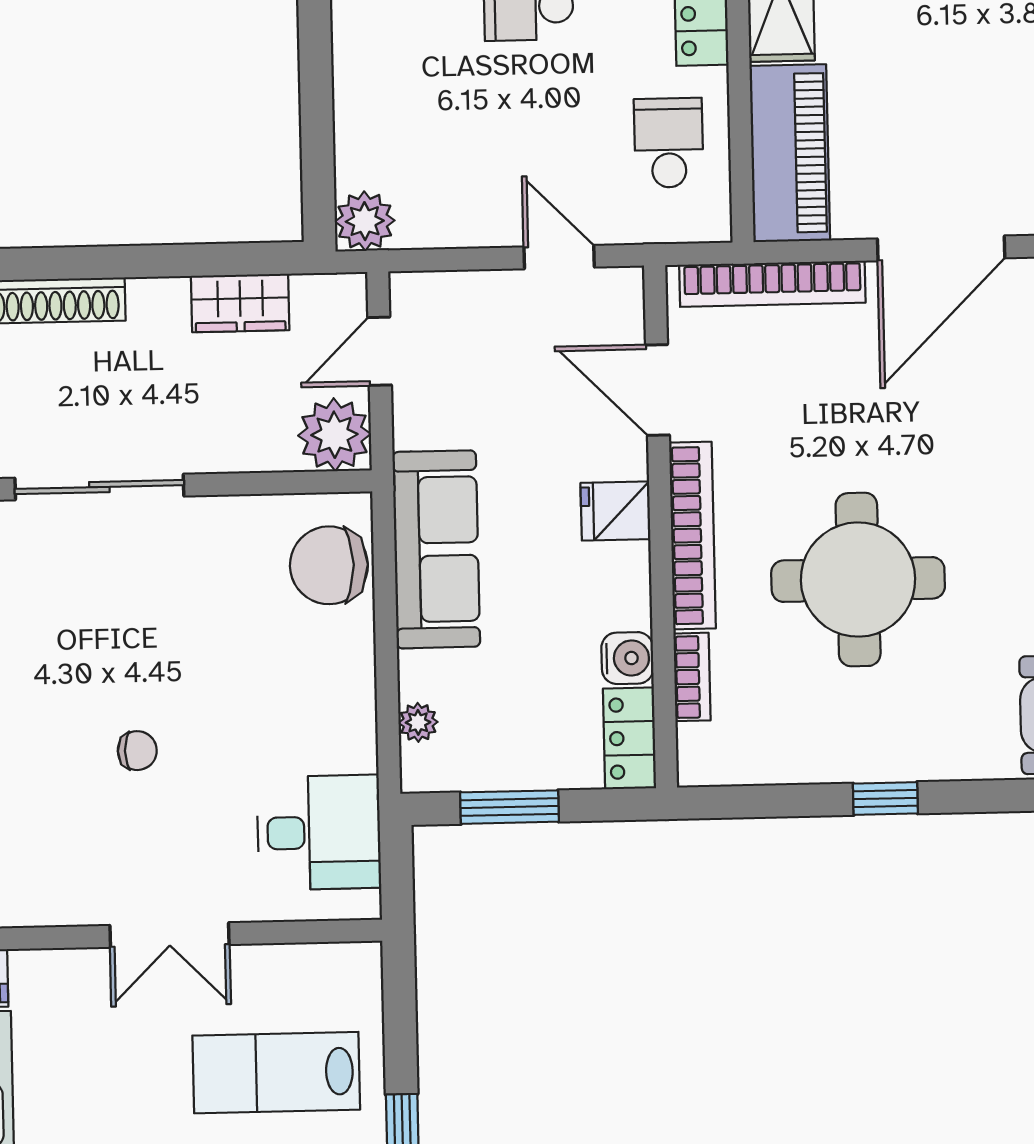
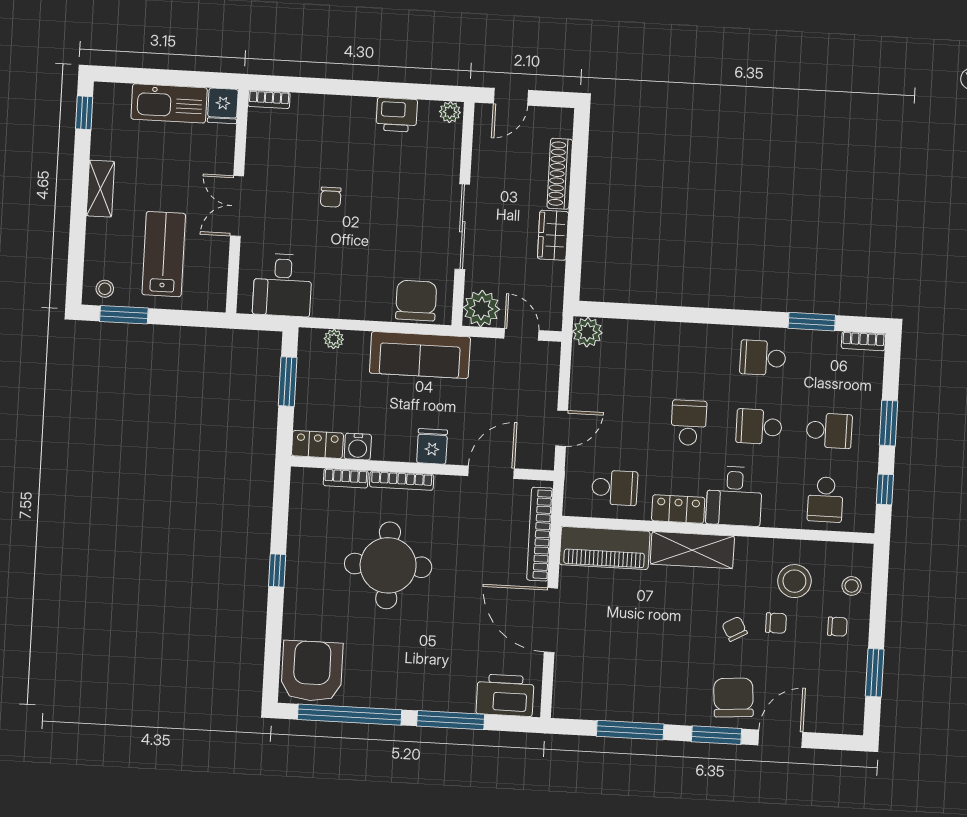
wardrobe: (240, 303) -> (553, 235), moved
sliding door: (99, 487) -> (462, 227), moved
bookcase: (692, 536) -> (402, 481), width x0.68, depth x0.76

